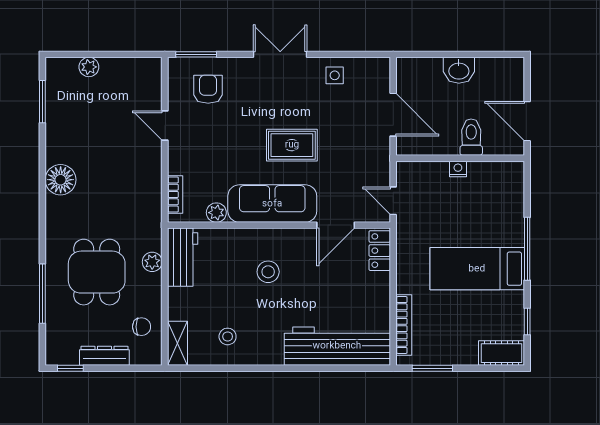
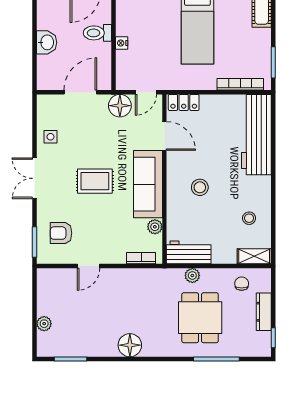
rug: (292, 145) -> (95, 181), moved, turned 90
floor lamp: (376, 167) -> (120, 106), added
dining table: (97, 272) -> (200, 318), turned 90

